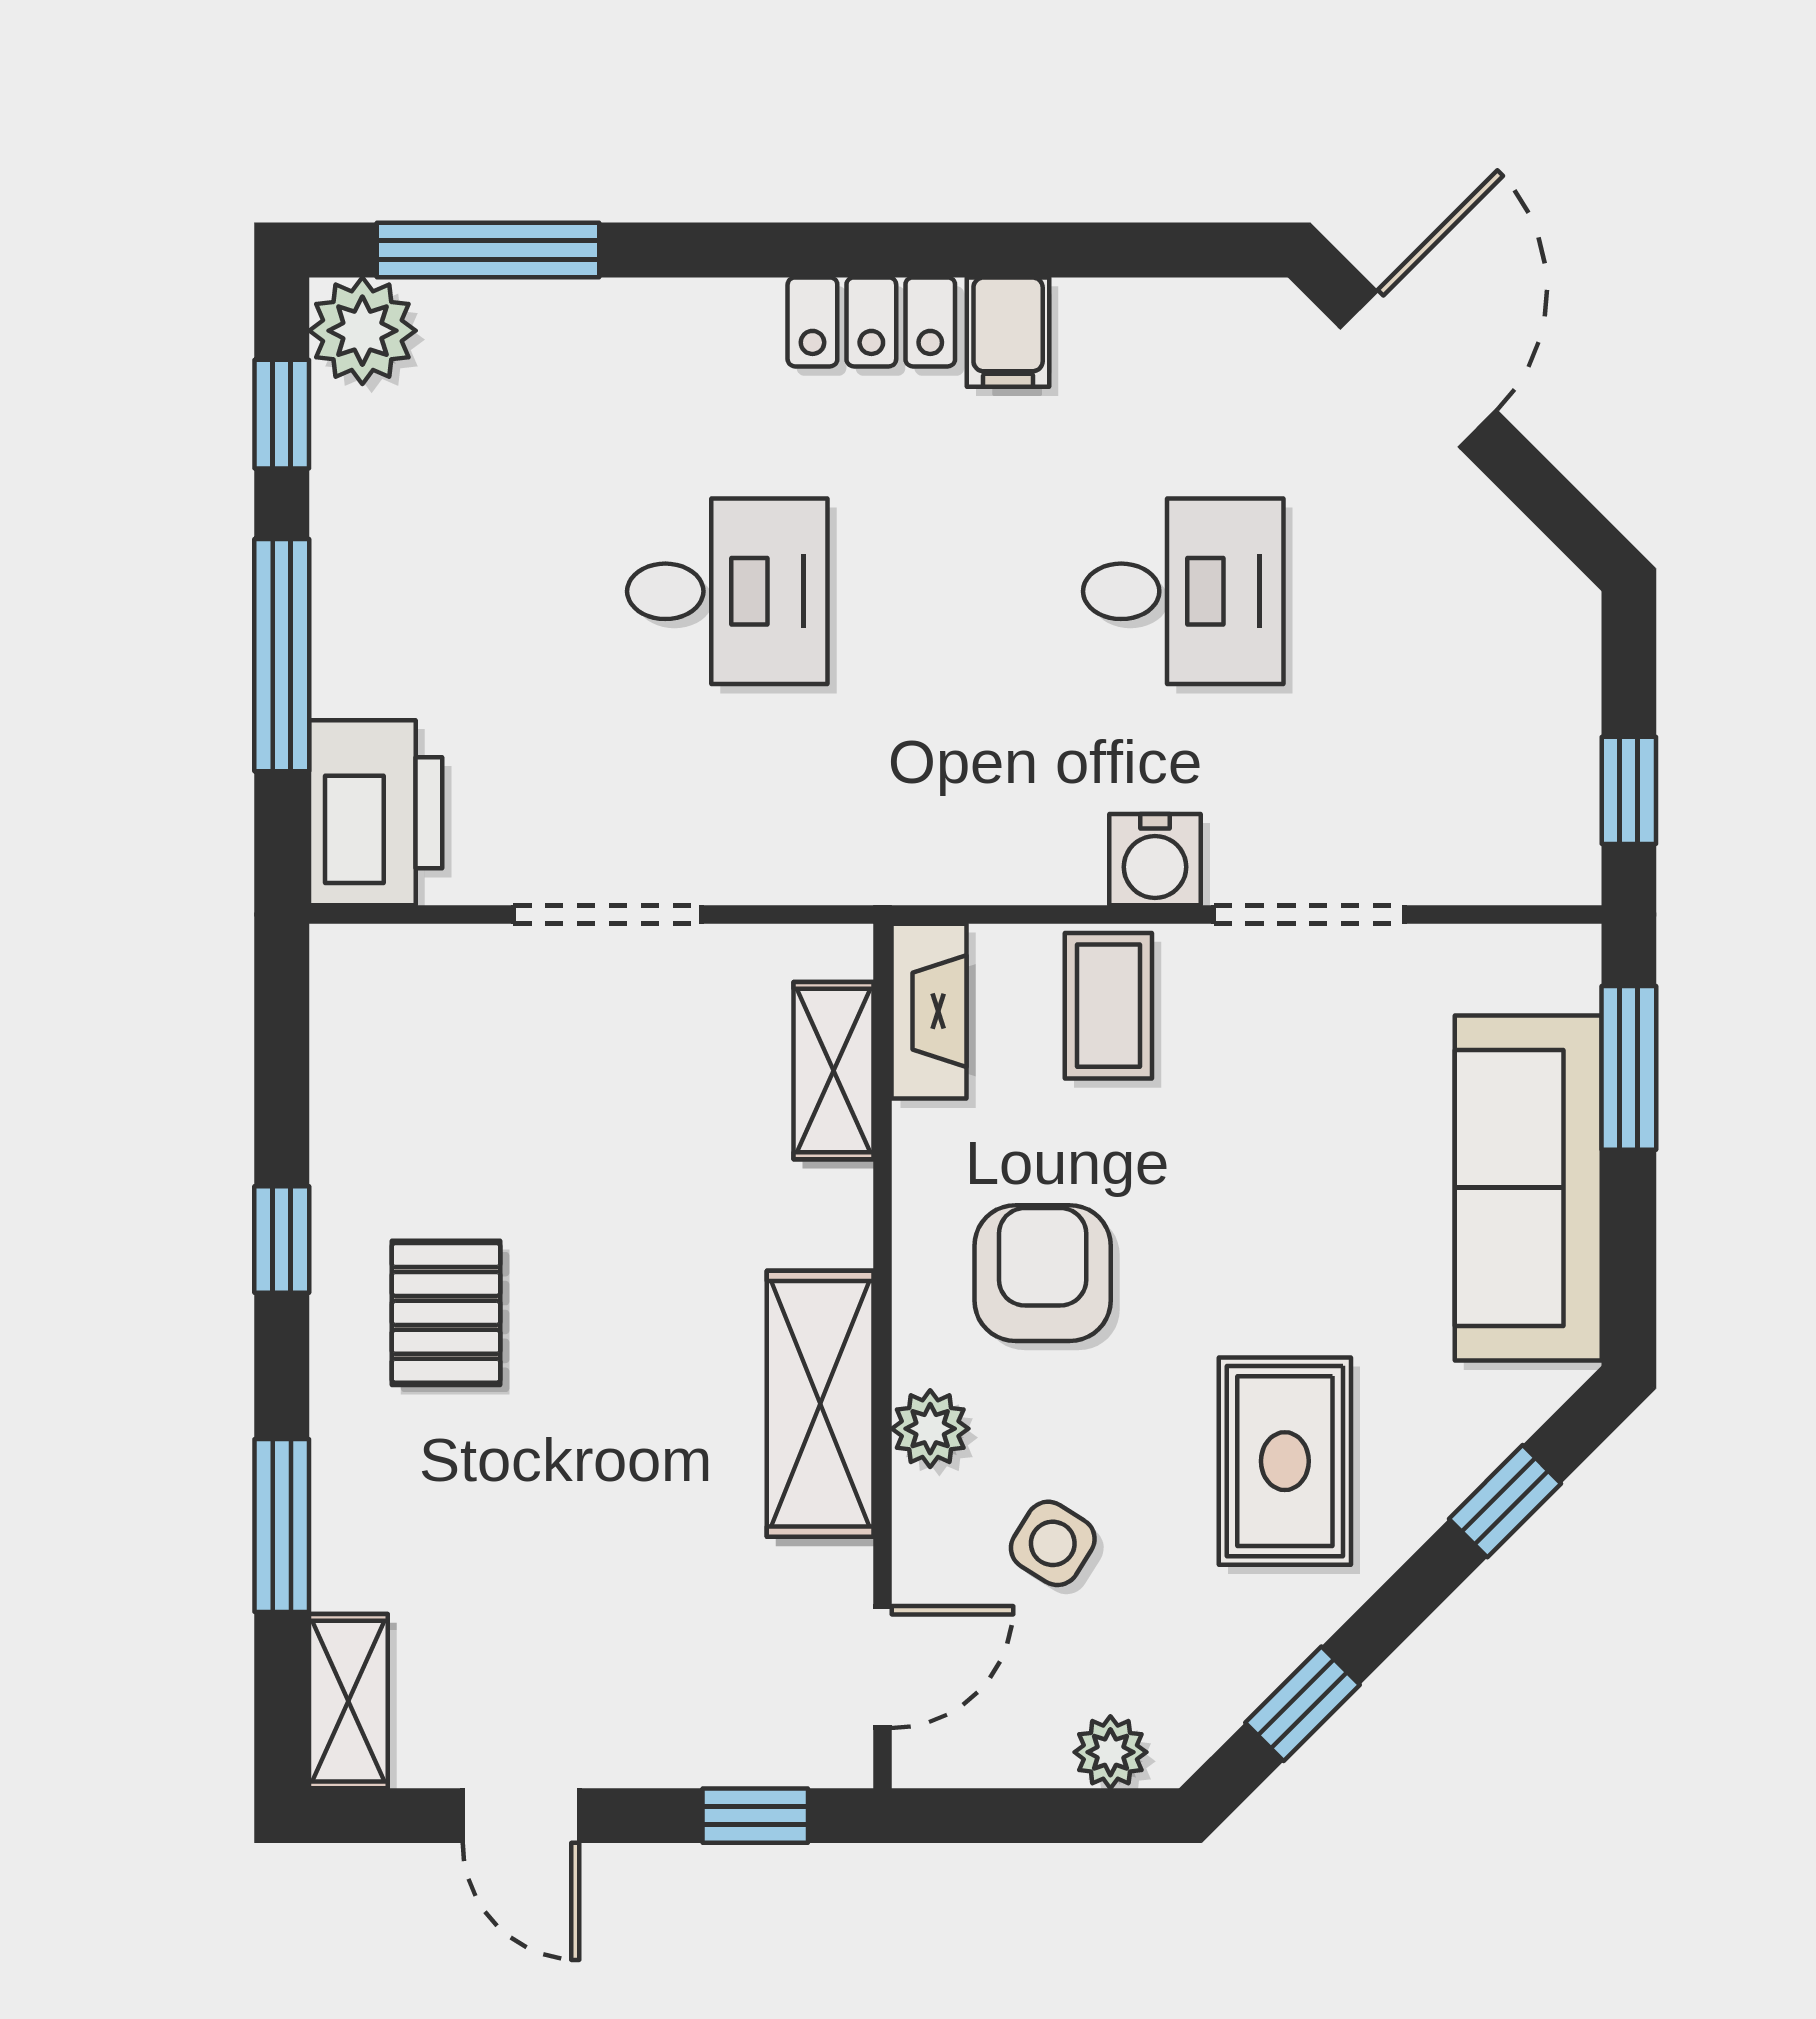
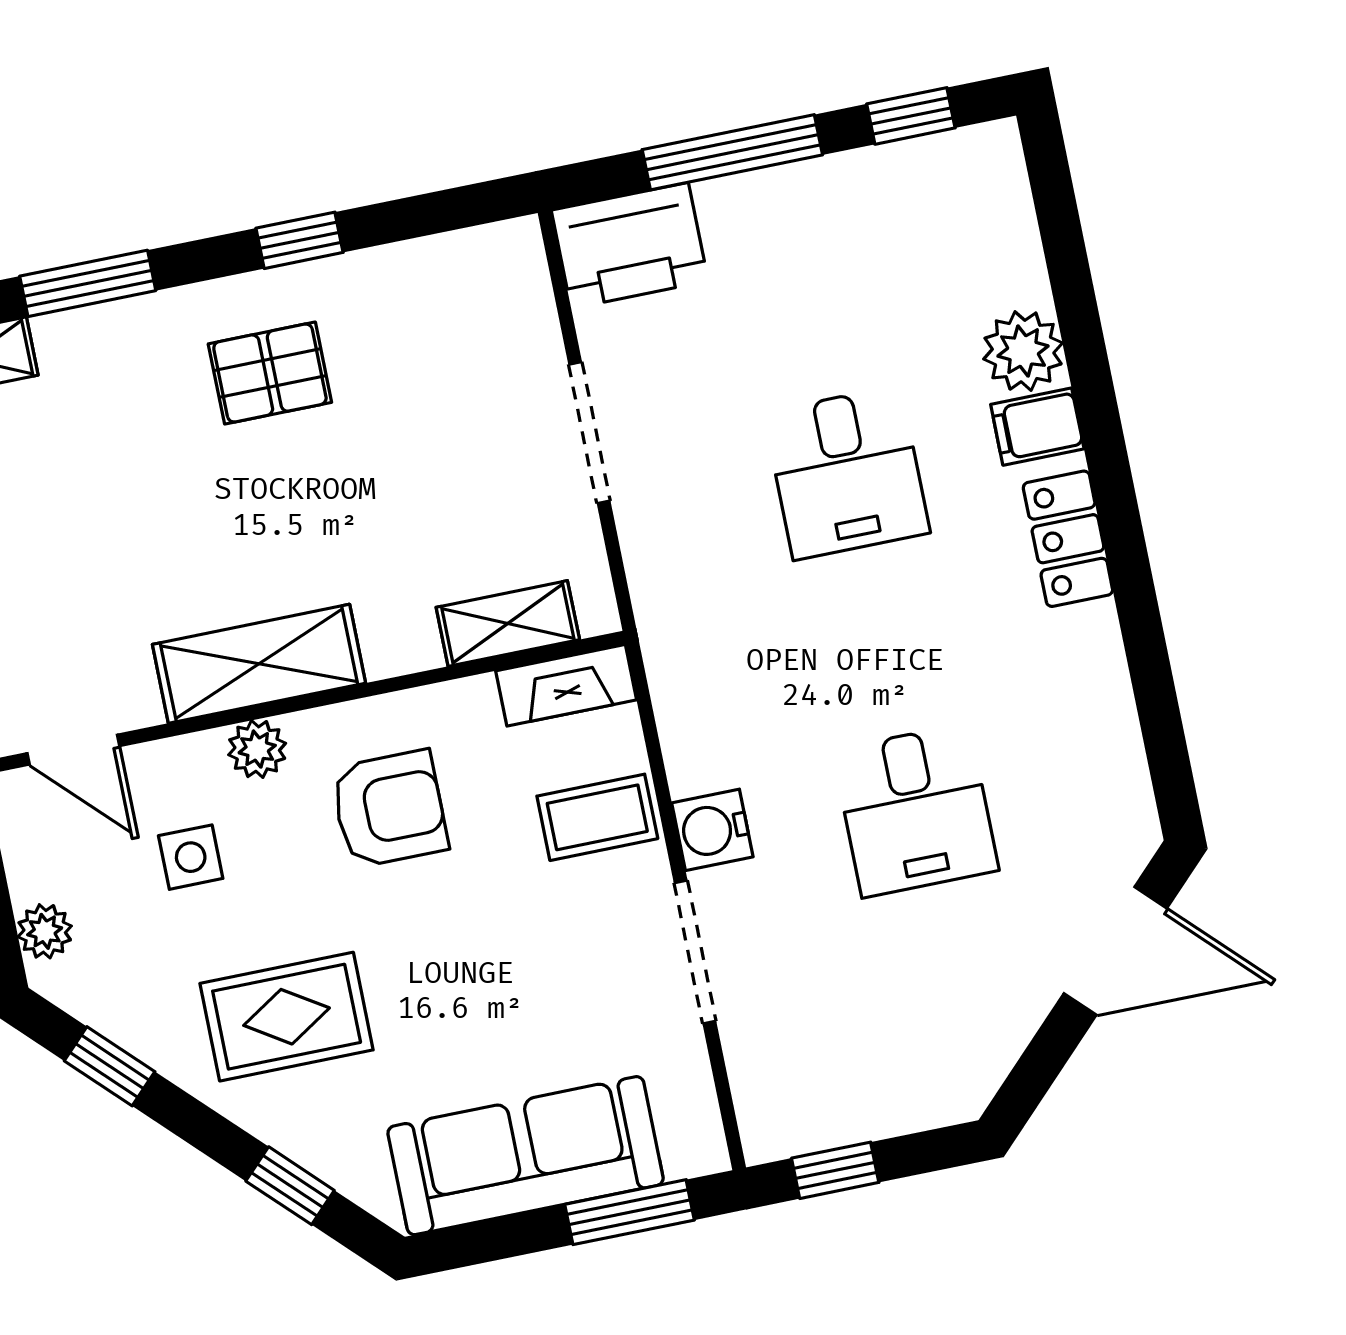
window: (488, 250) -> (1063, 244), removed
plant: (362, 331) -> (1023, 351), moved
filing cabinet: (1008, 332) -> (1037, 427), moved
side table: (1053, 1543) -> (191, 857), turned -32

